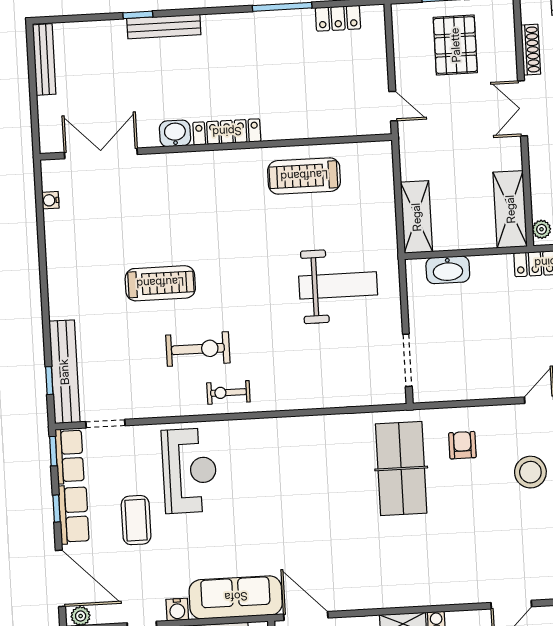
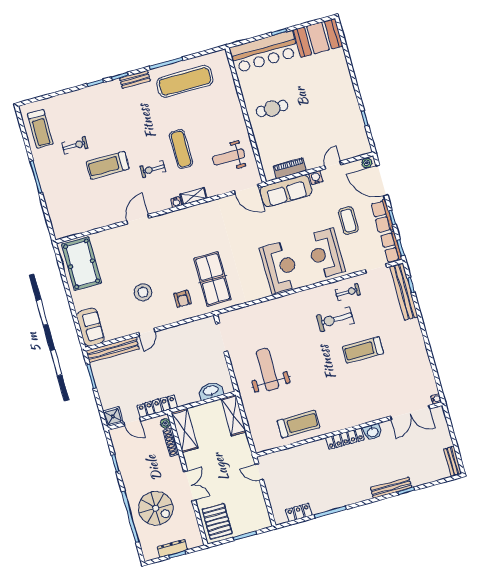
pallet: (455, 45) -> (217, 521), moved
shoe rack: (531, 50) -> (171, 442), moved
bench: (44, 59) -> (453, 461), width x0.73
water cooler: (50, 200) -> (436, 399), moved
weight bench: (338, 285) -> (268, 370), turned 90
exercise bike: (228, 392) -> (348, 292), moved
reception desk: (276, 464) -> (280, 267), added

